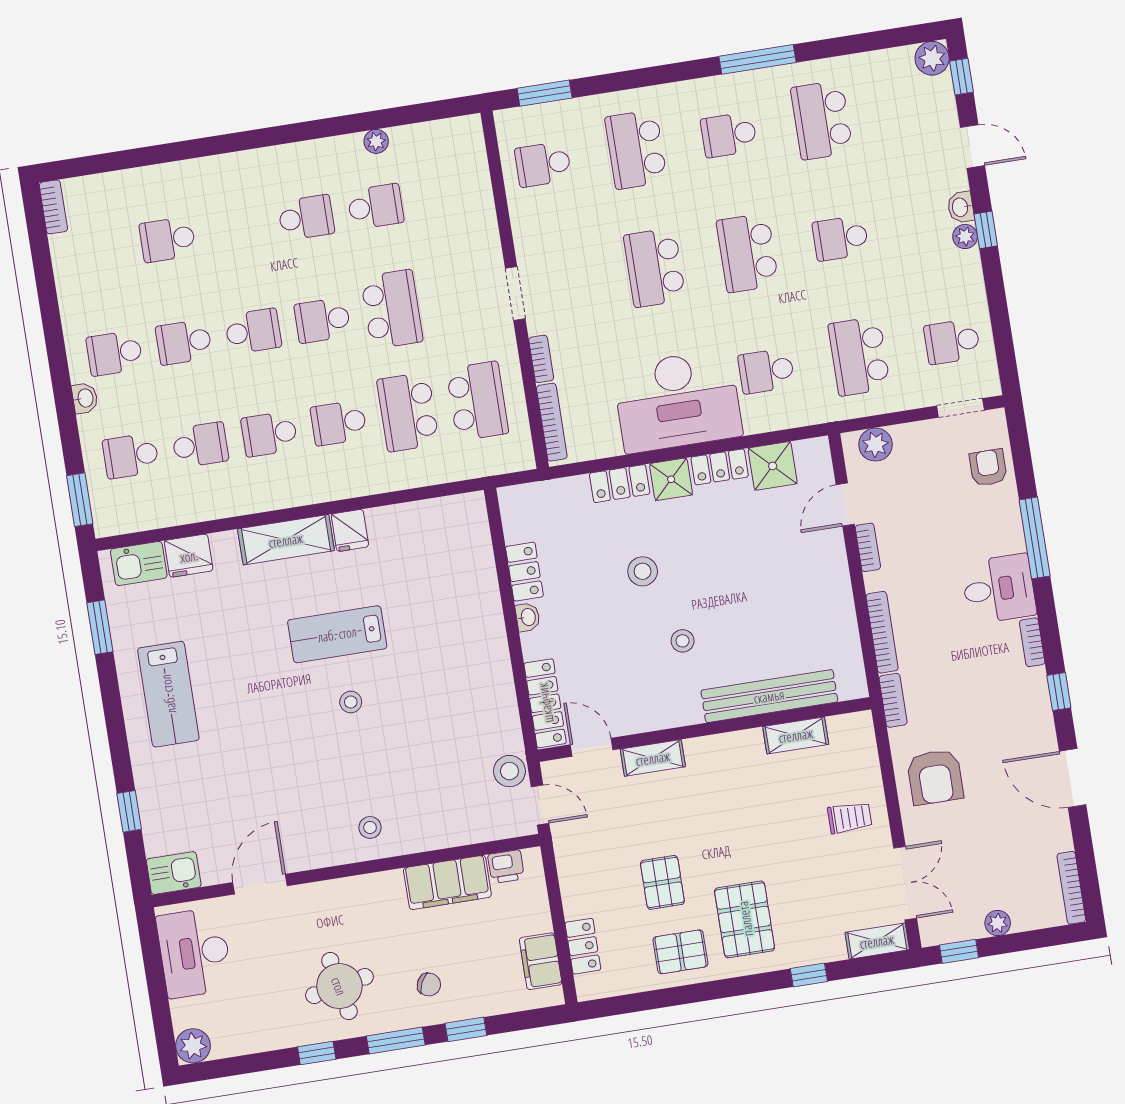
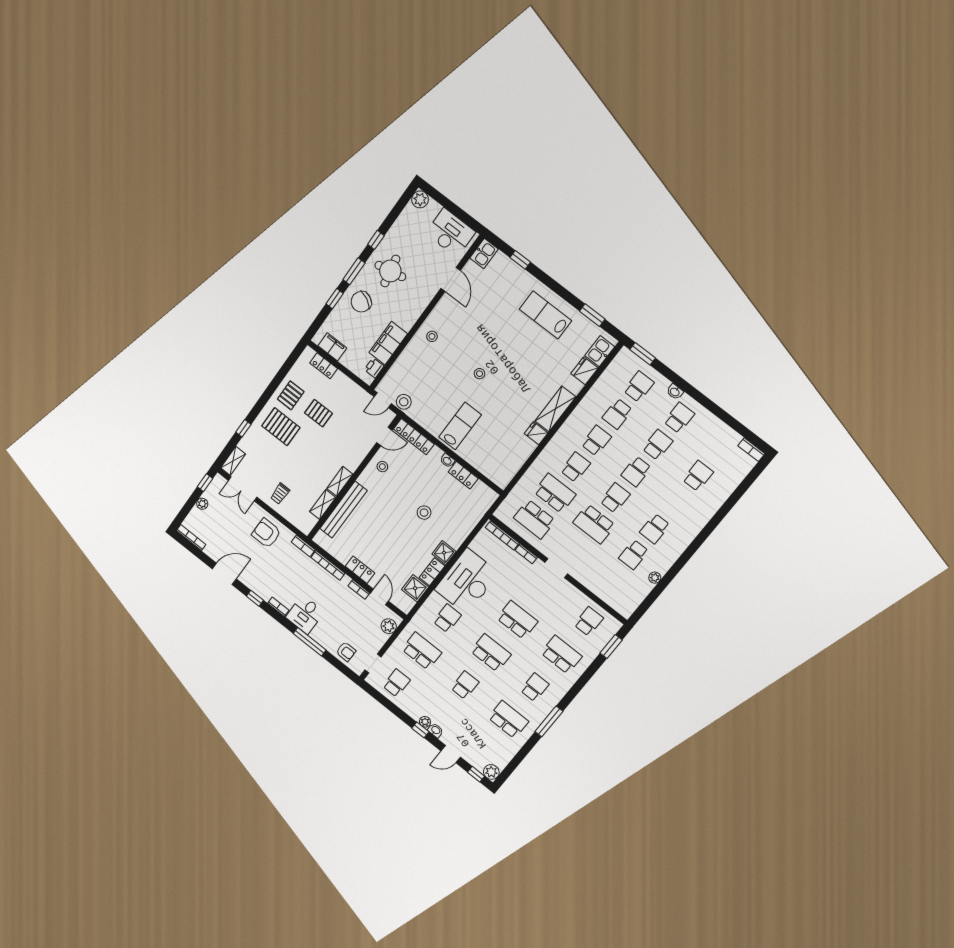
locker: (620, 484) -> (360, 570), moved, turned 90
lab bench: (337, 634) -> (460, 426), moved
stool: (683, 641) -> (382, 467), moved
shelving: (653, 758) -> (340, 481), moved
chair: (429, 985) -> (361, 302), width x1.87, depth x1.87

